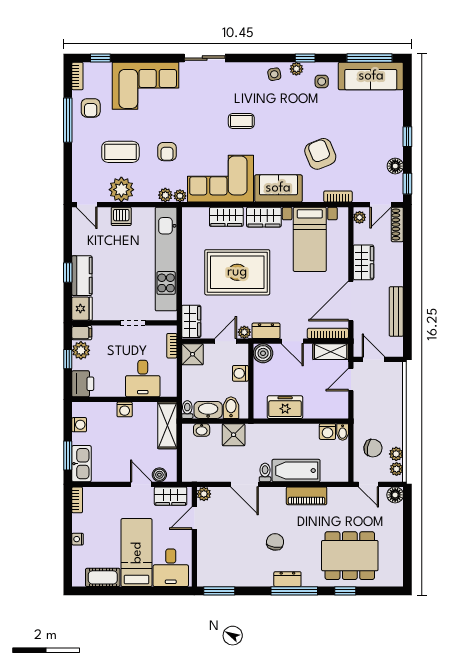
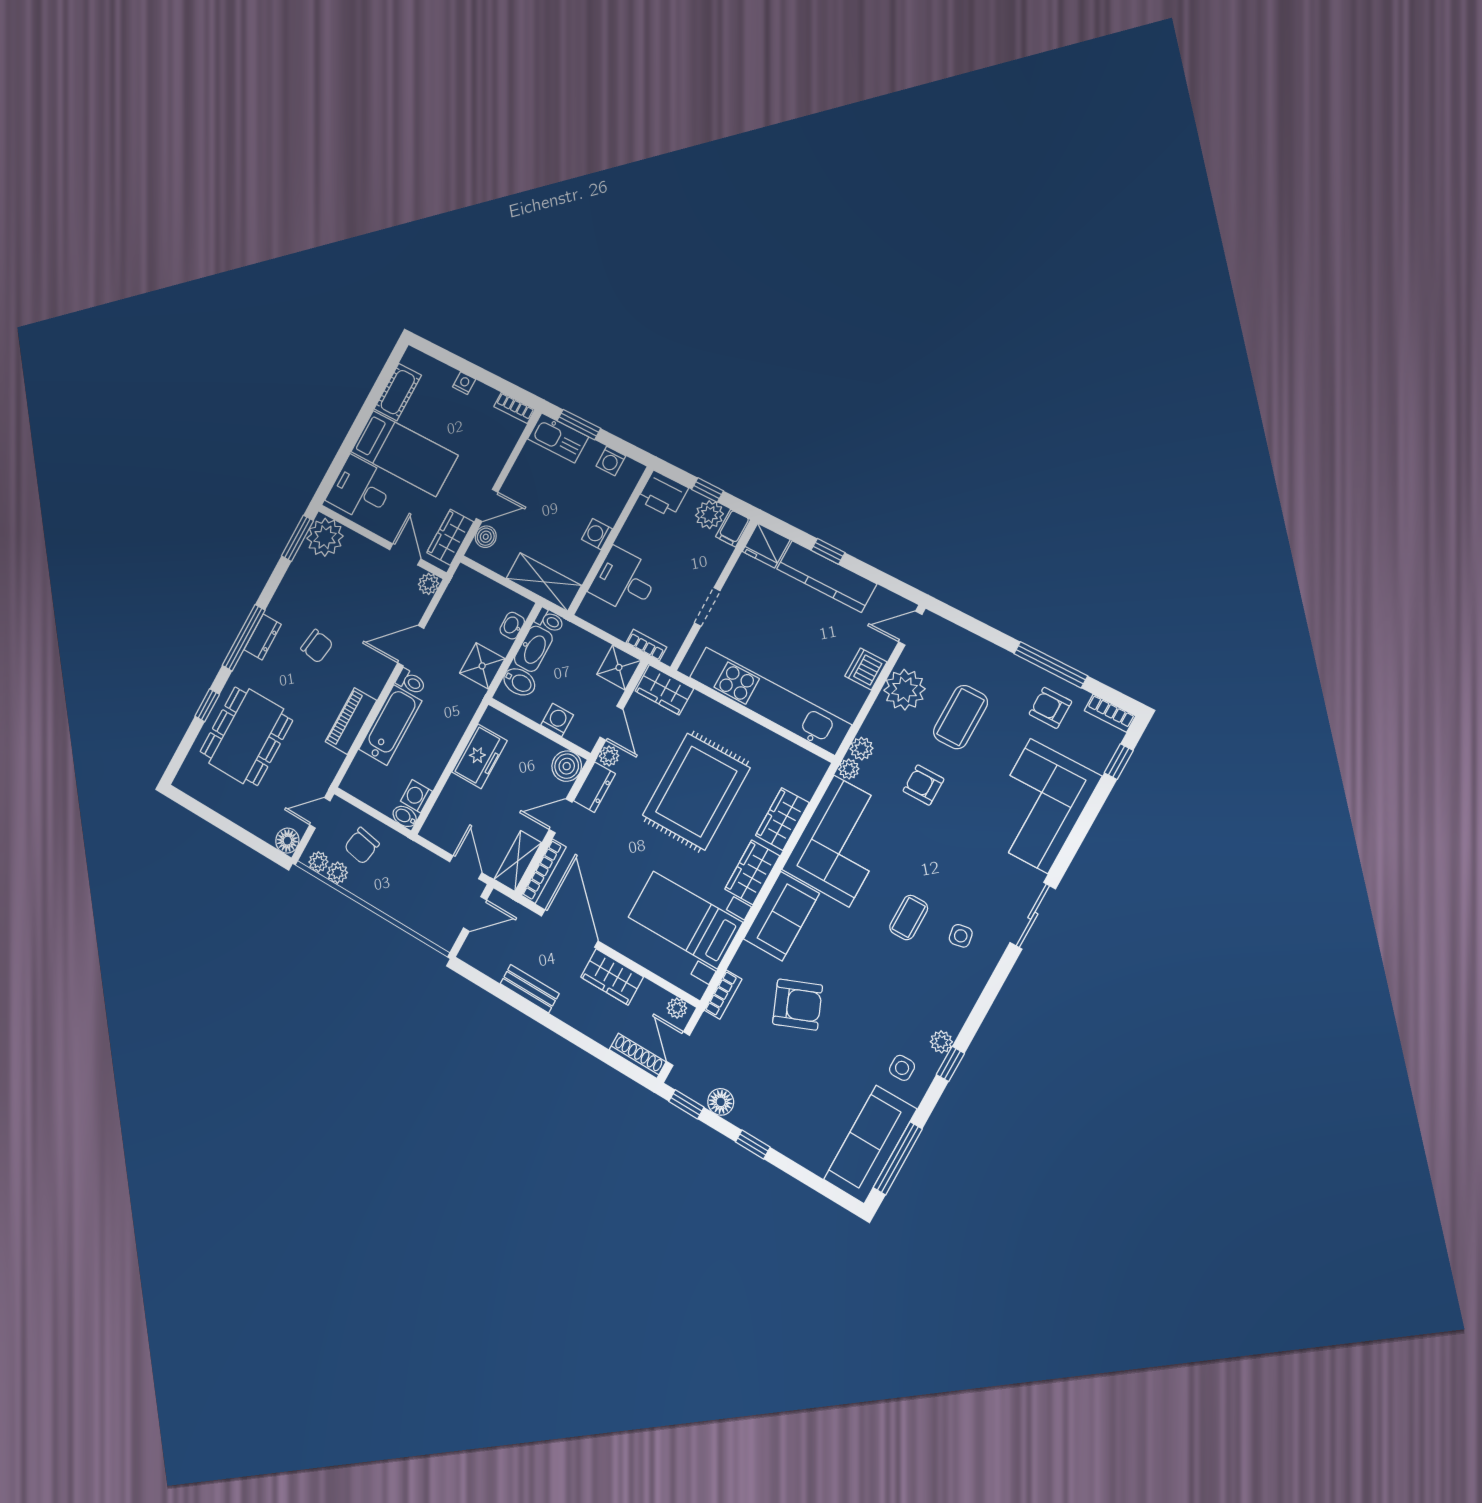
side table: (274, 74) -> (961, 936), moved
kitchen counter: (82, 276) -> (827, 576), width x1.50
bench: (396, 311) -> (530, 989), width x0.73
plant: (210, 574) -> (325, 537), added

